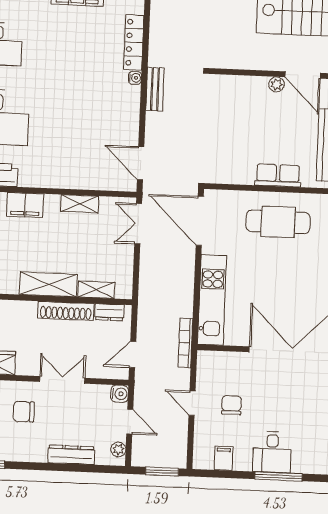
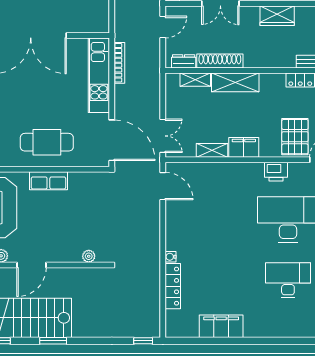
door: (303, 75) -> (31, 265), swing flipped
plant: (276, 84) -> (89, 256), moved
bench: (155, 89) -> (154, 248), removed
filing cabinet: (25, 205) -> (244, 147), moved
bookcase: (185, 343) -> (119, 63), moved

